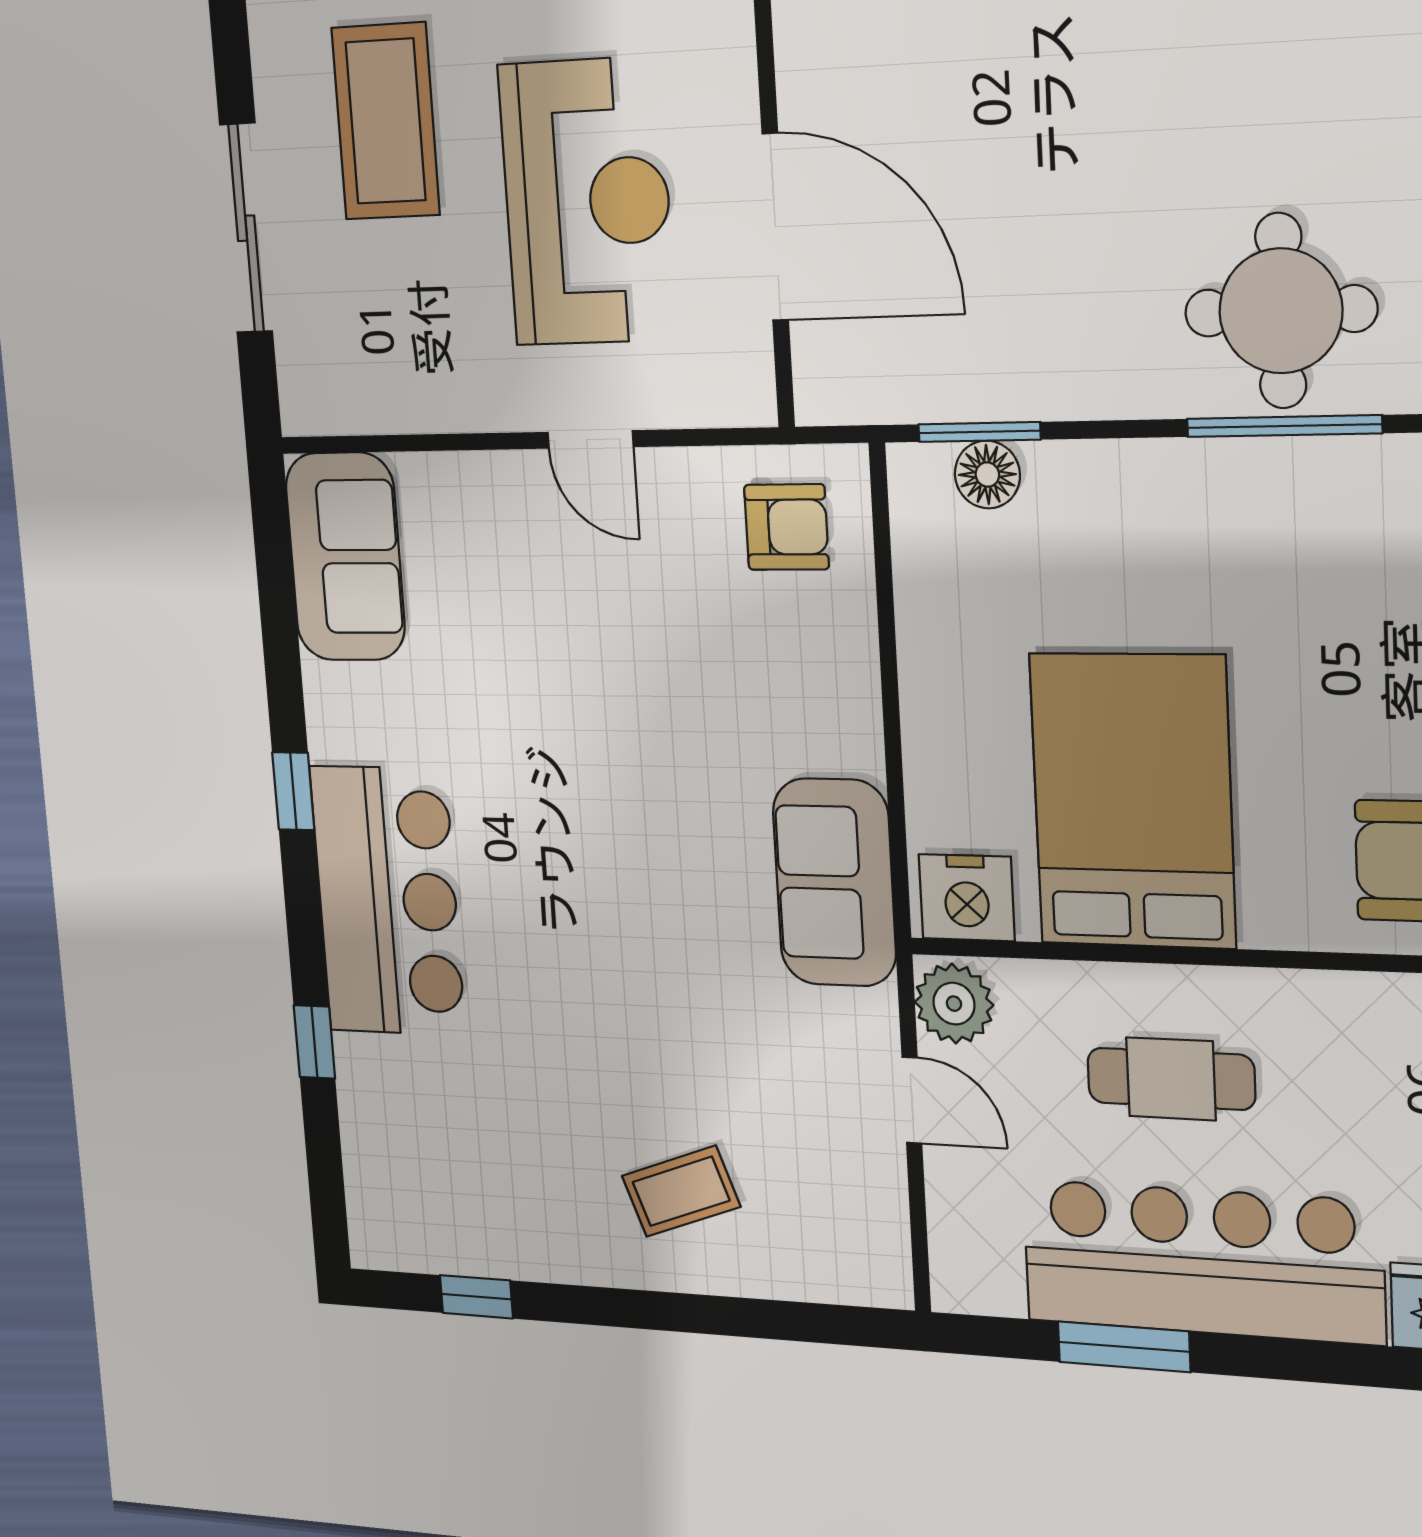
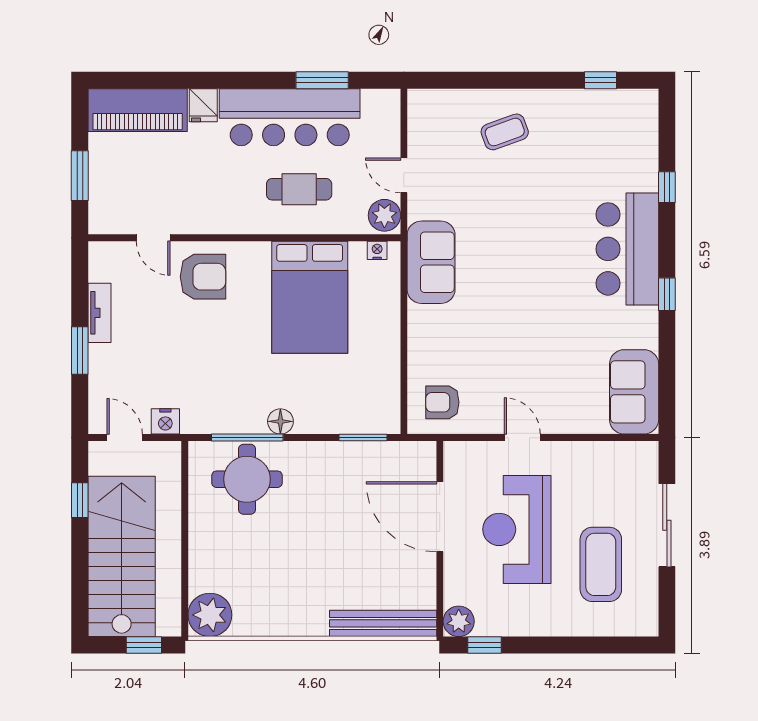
floor lamp: (987, 475) -> (280, 421), moved
nightstand: (967, 898) -> (377, 250), width x0.53, depth x0.56

